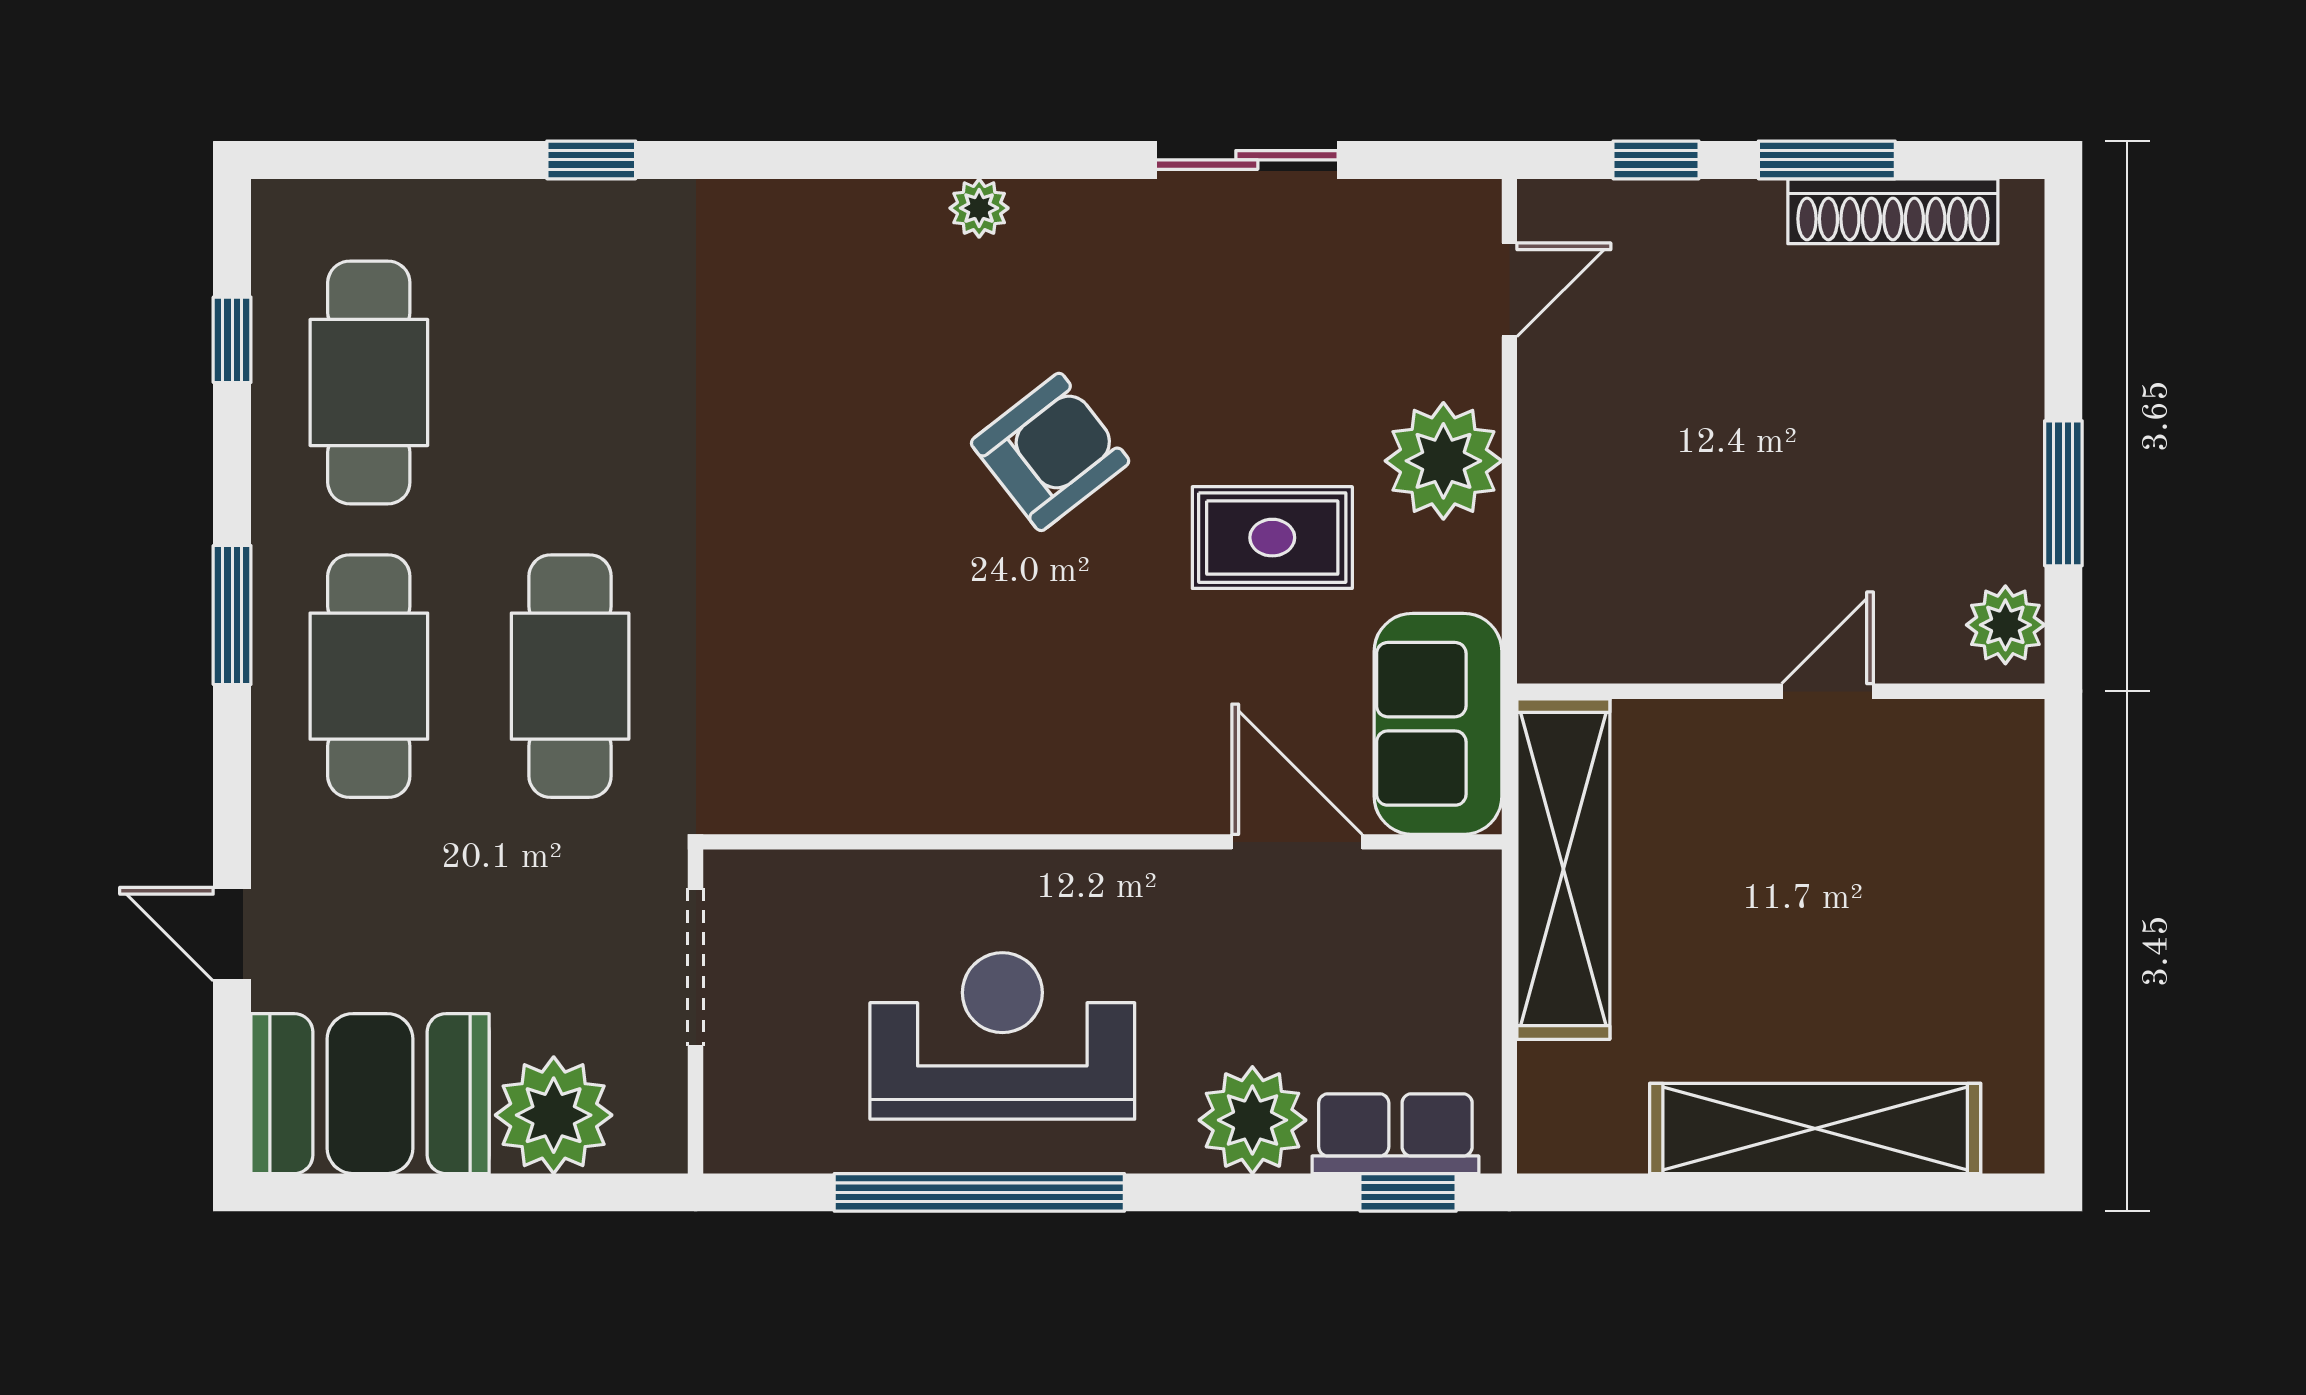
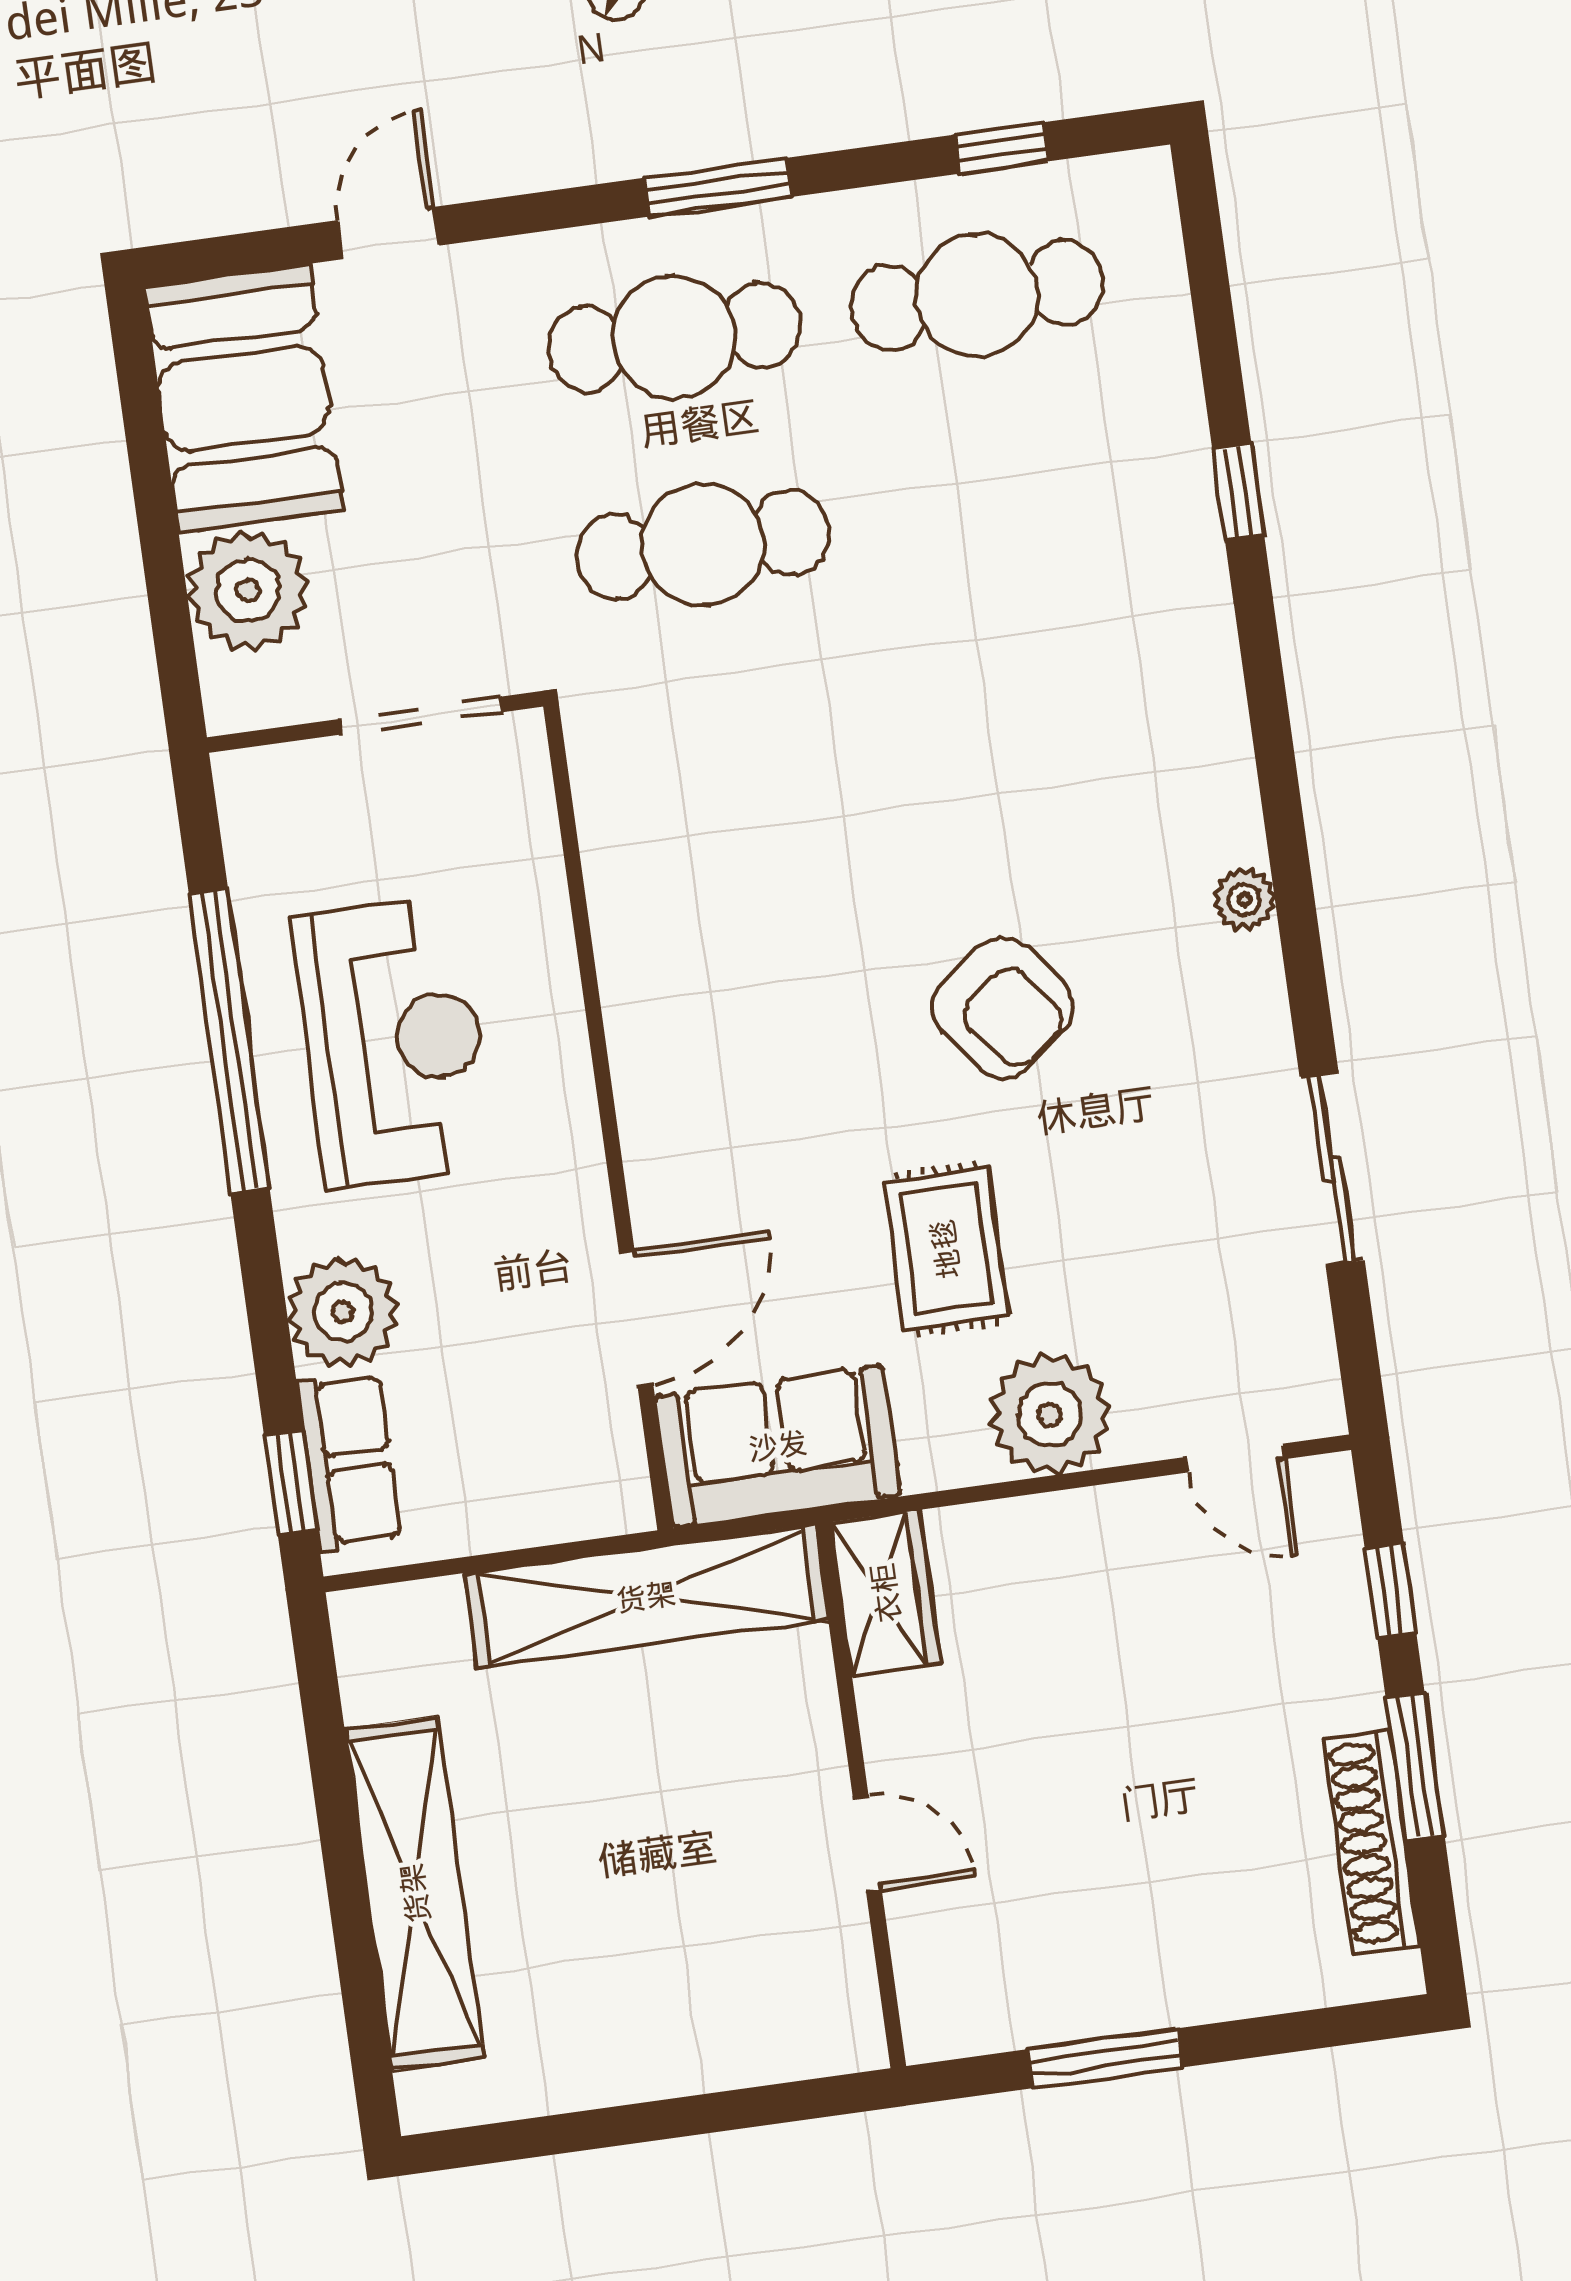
plant: (2005, 625) -> (961, 2017), removed
wardrobe: (1591, 641) -> (886, 1593), added

